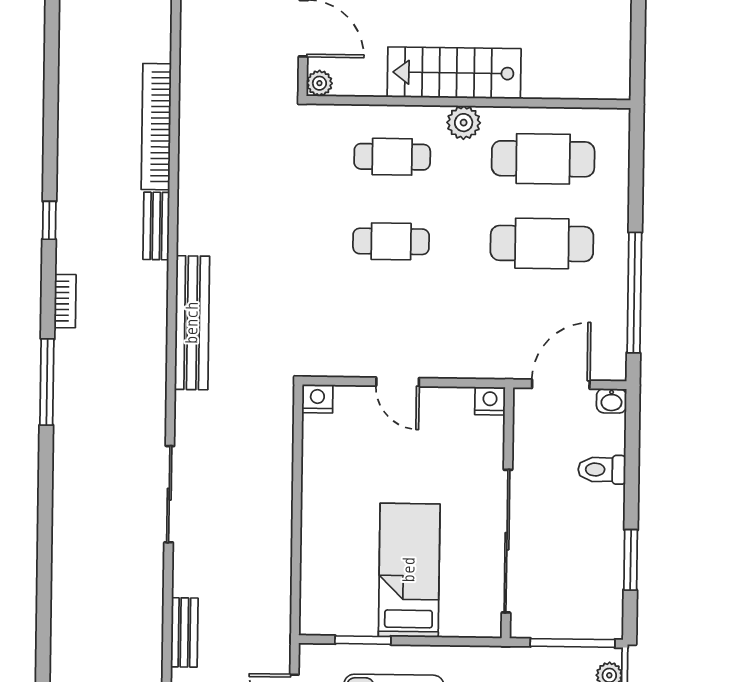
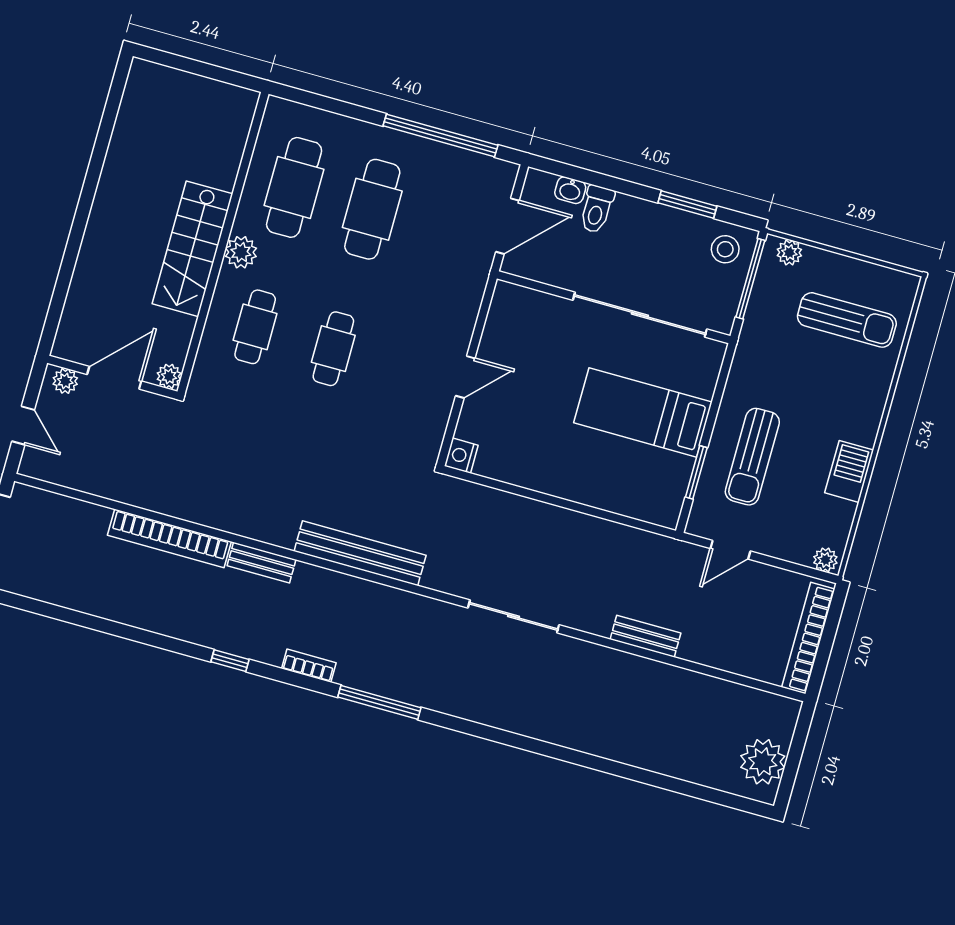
door: (561, 384) -> (507, 226), swing flipped
nightstand: (490, 401) -> (506, 296), removed
washbasin: (611, 401) -> (570, 190), moved, turned 90
stool: (596, 610) -> (725, 249), added

